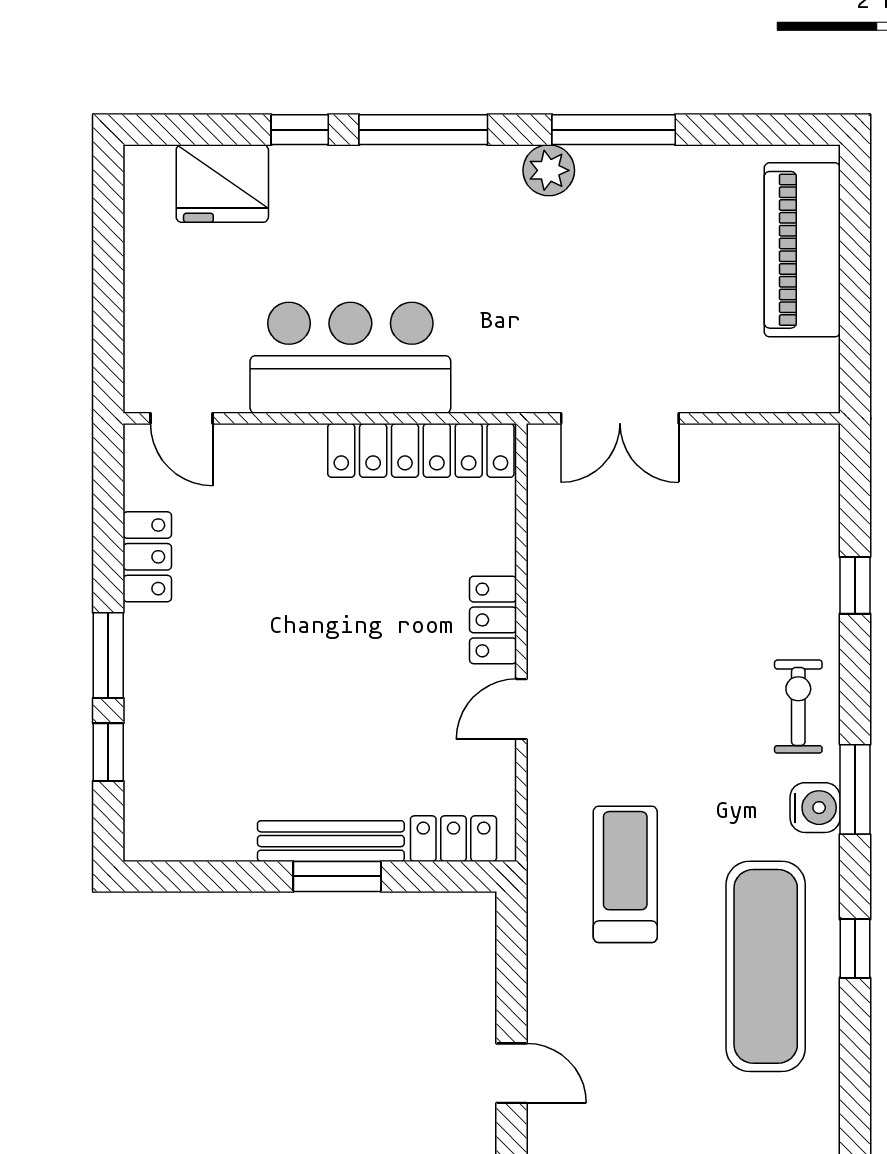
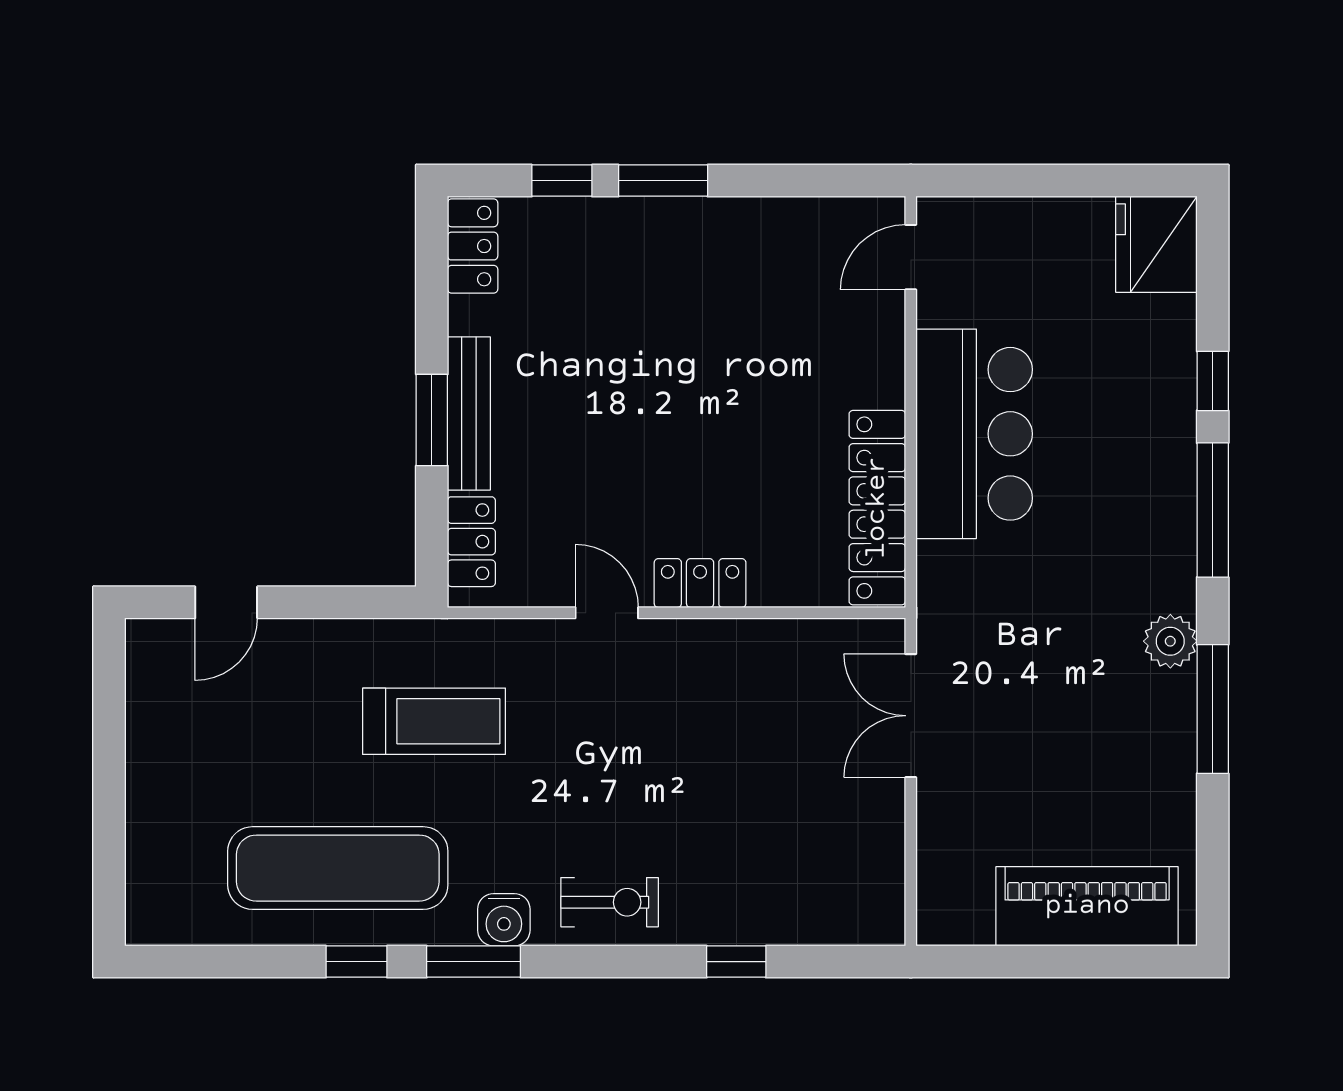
fridge: (222, 184) -> (1156, 244), moved
locker: (147, 557) -> (473, 246), moved, turned -90
window: (855, 789) -> (474, 962), moved

